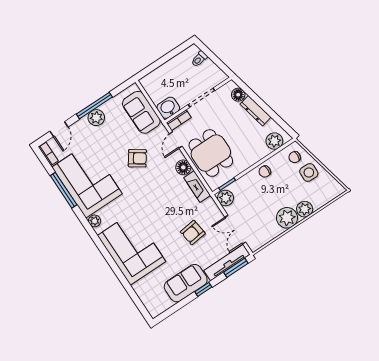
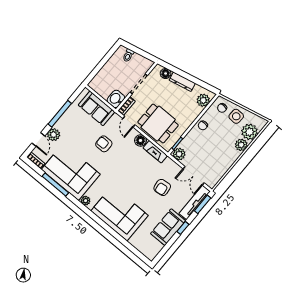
plant: (96, 118) -> (54, 135), moved
armchair: (137, 158) -> (104, 144), turned -125
plant: (287, 218) -> (250, 132), moved

